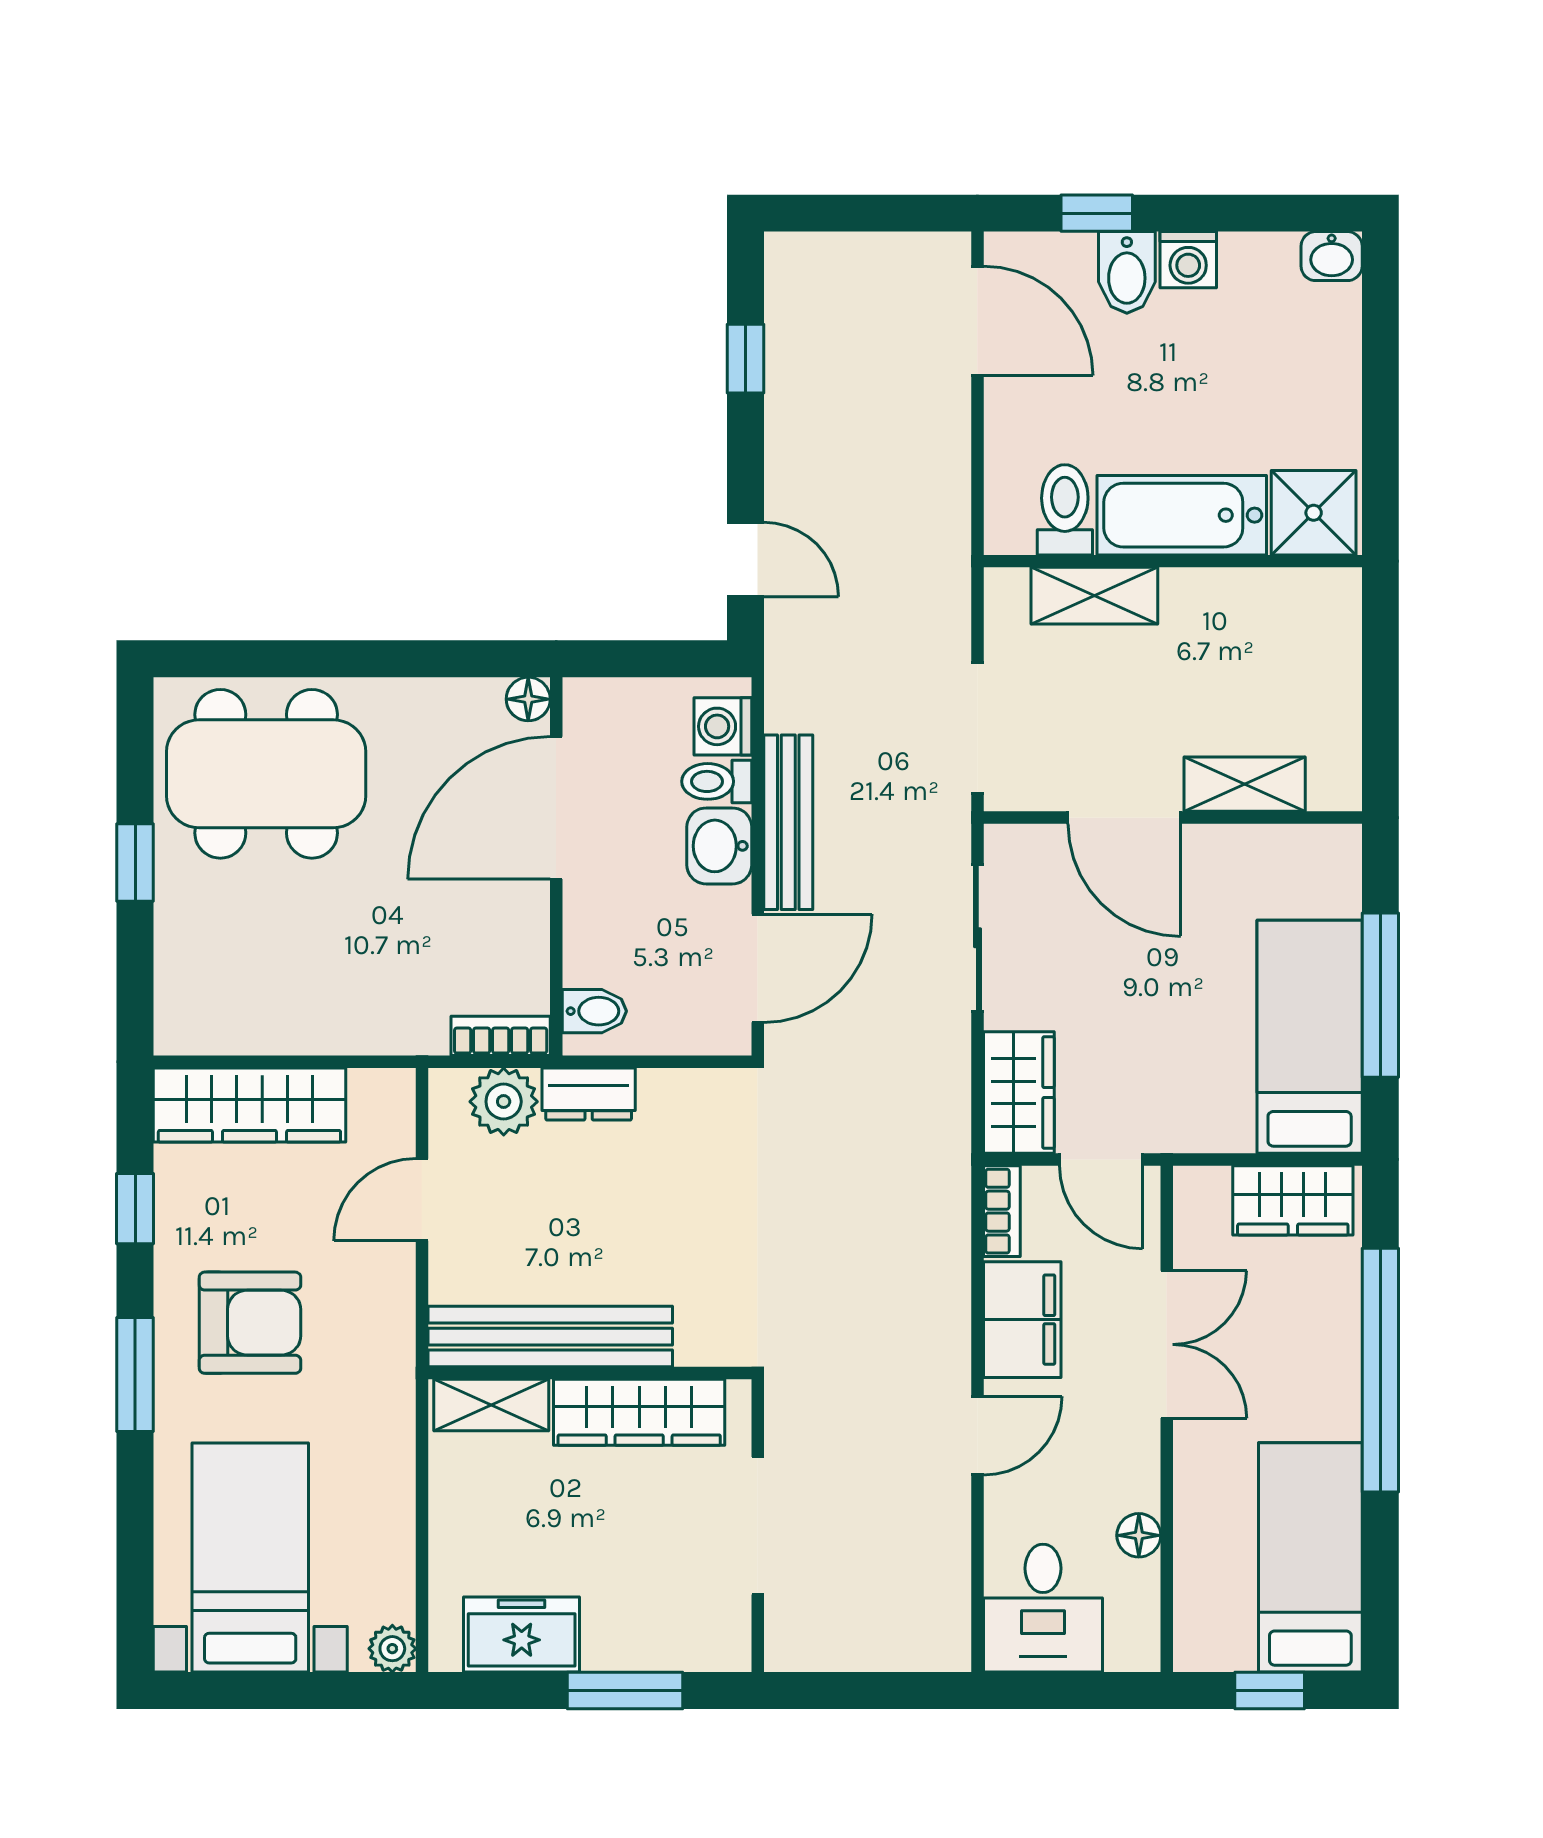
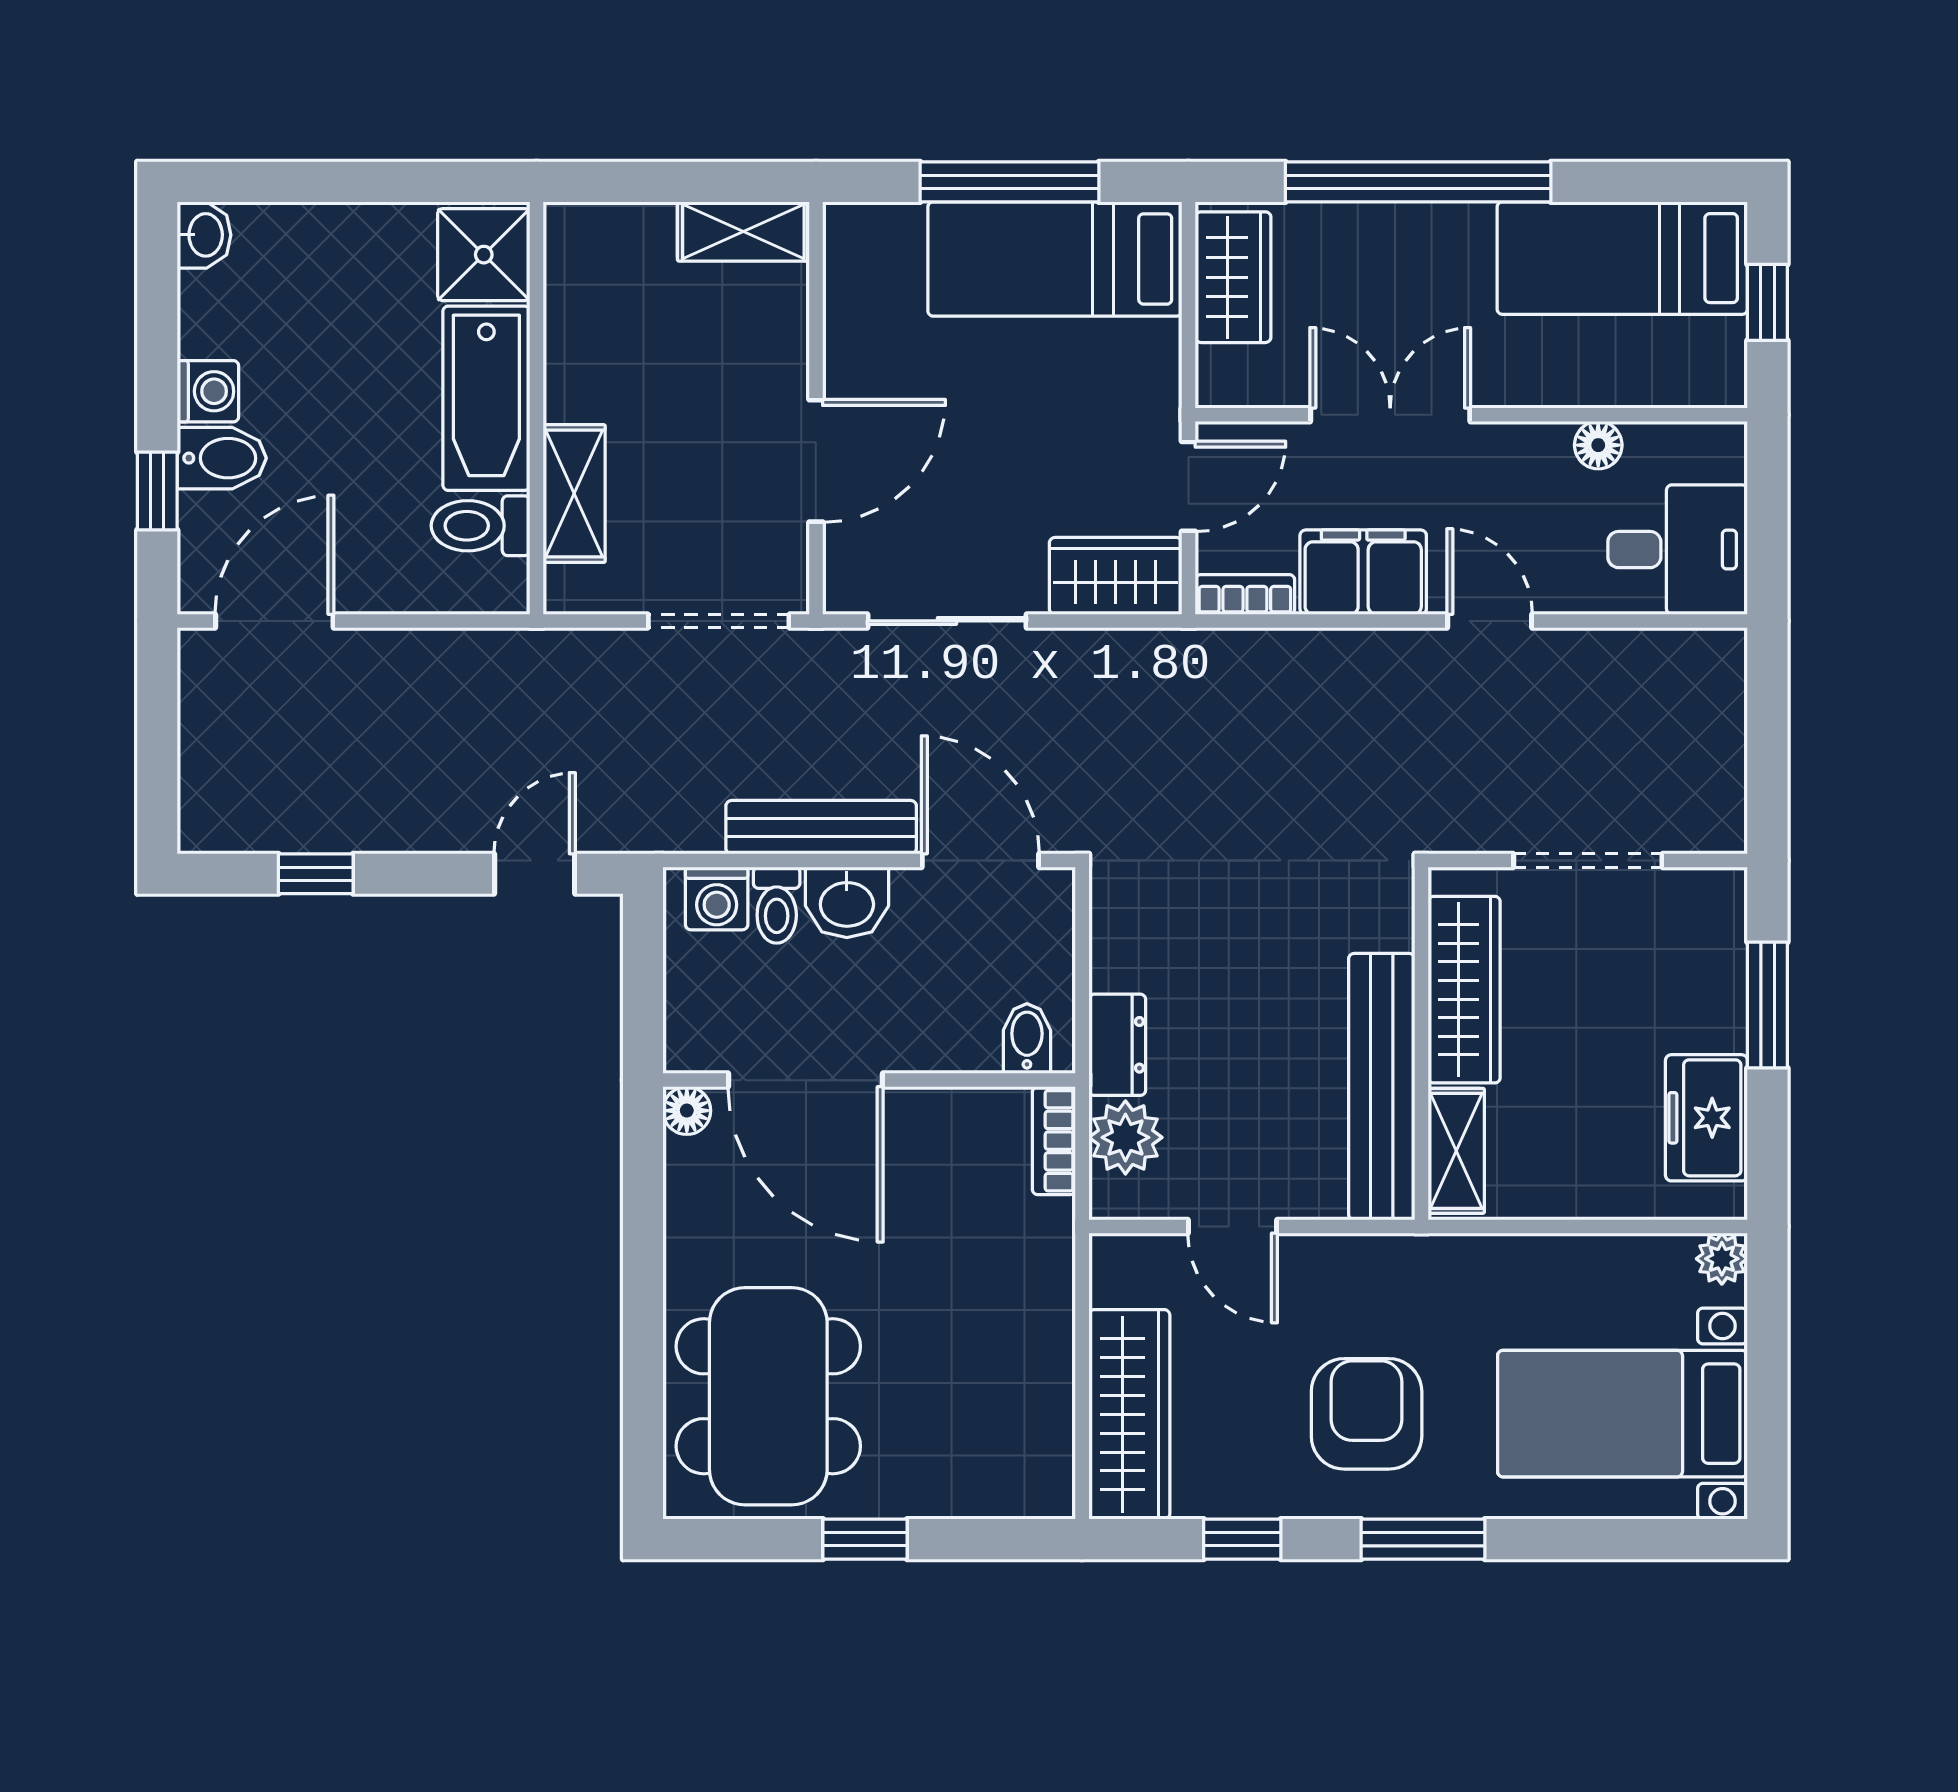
shelving: (1245, 784) -> (743, 231), moved, turned 90

